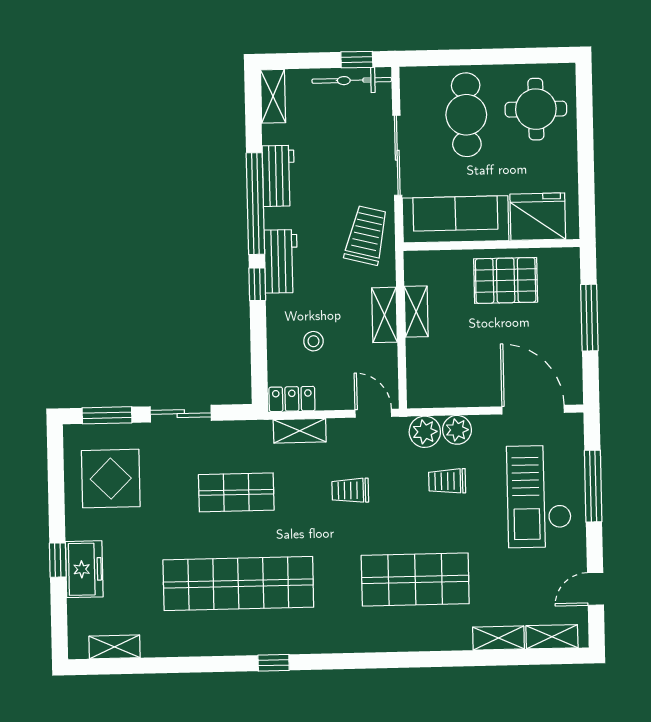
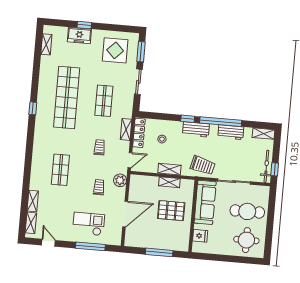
fridge: (538, 217) -> (200, 236), width x0.53, depth x0.75
pallet: (506, 280) -> (171, 211), moved, turned 90
locker: (292, 399) -> (139, 133), width x1.53
door: (533, 410) -> (125, 214), moved
plant: (457, 430) -> (119, 194), removed
checkout: (539, 496) -> (89, 224), width x0.73, depth x0.83
shop shelf: (415, 579) -> (60, 170), width x0.70, depth x0.74

